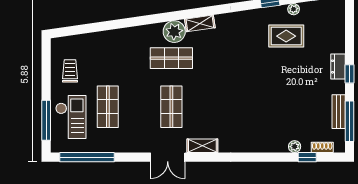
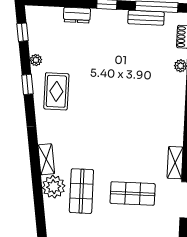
rug: (286, 36) -> (56, 91), moved
dresser: (338, 67) -> (77, 15), moved

